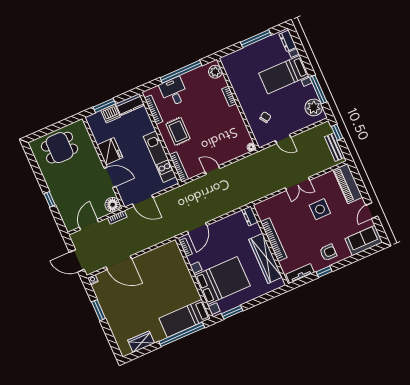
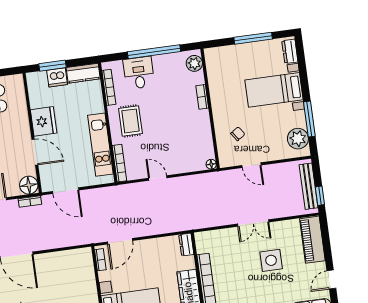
window: (337, 132) -> (320, 196), moved
bench: (335, 147) -> (309, 186), width x1.36

